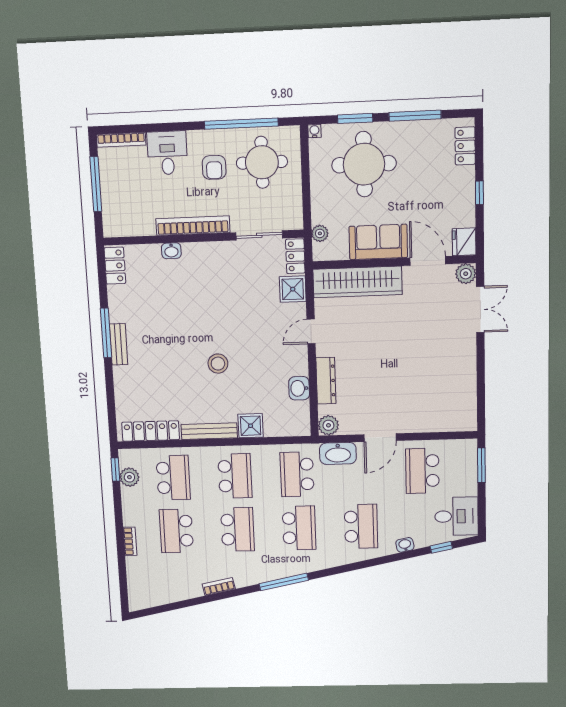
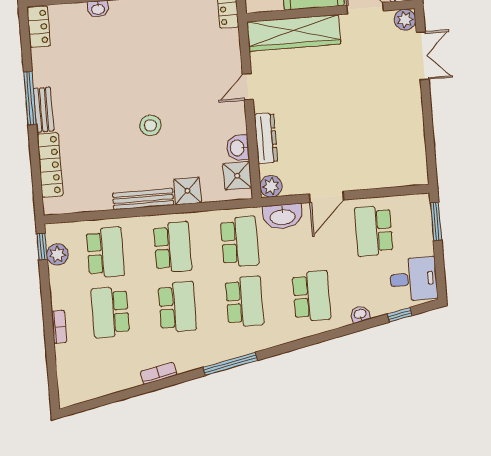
shower: (293, 289) -> (237, 176), moved
locker: (151, 431) -> (50, 165), moved, turned 90
school desk: (297, 474) -> (240, 242), turned 180

